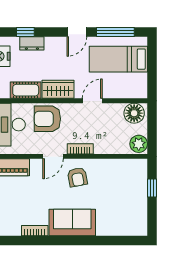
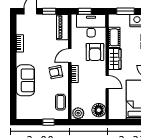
armchair: (47, 119) -> (95, 52), turned 180
door: (53, 156) -> (70, 56), hinge flipped
coffee table: (122, 170) -> (60, 102), added
sofa: (72, 223) -> (25, 80), moved

